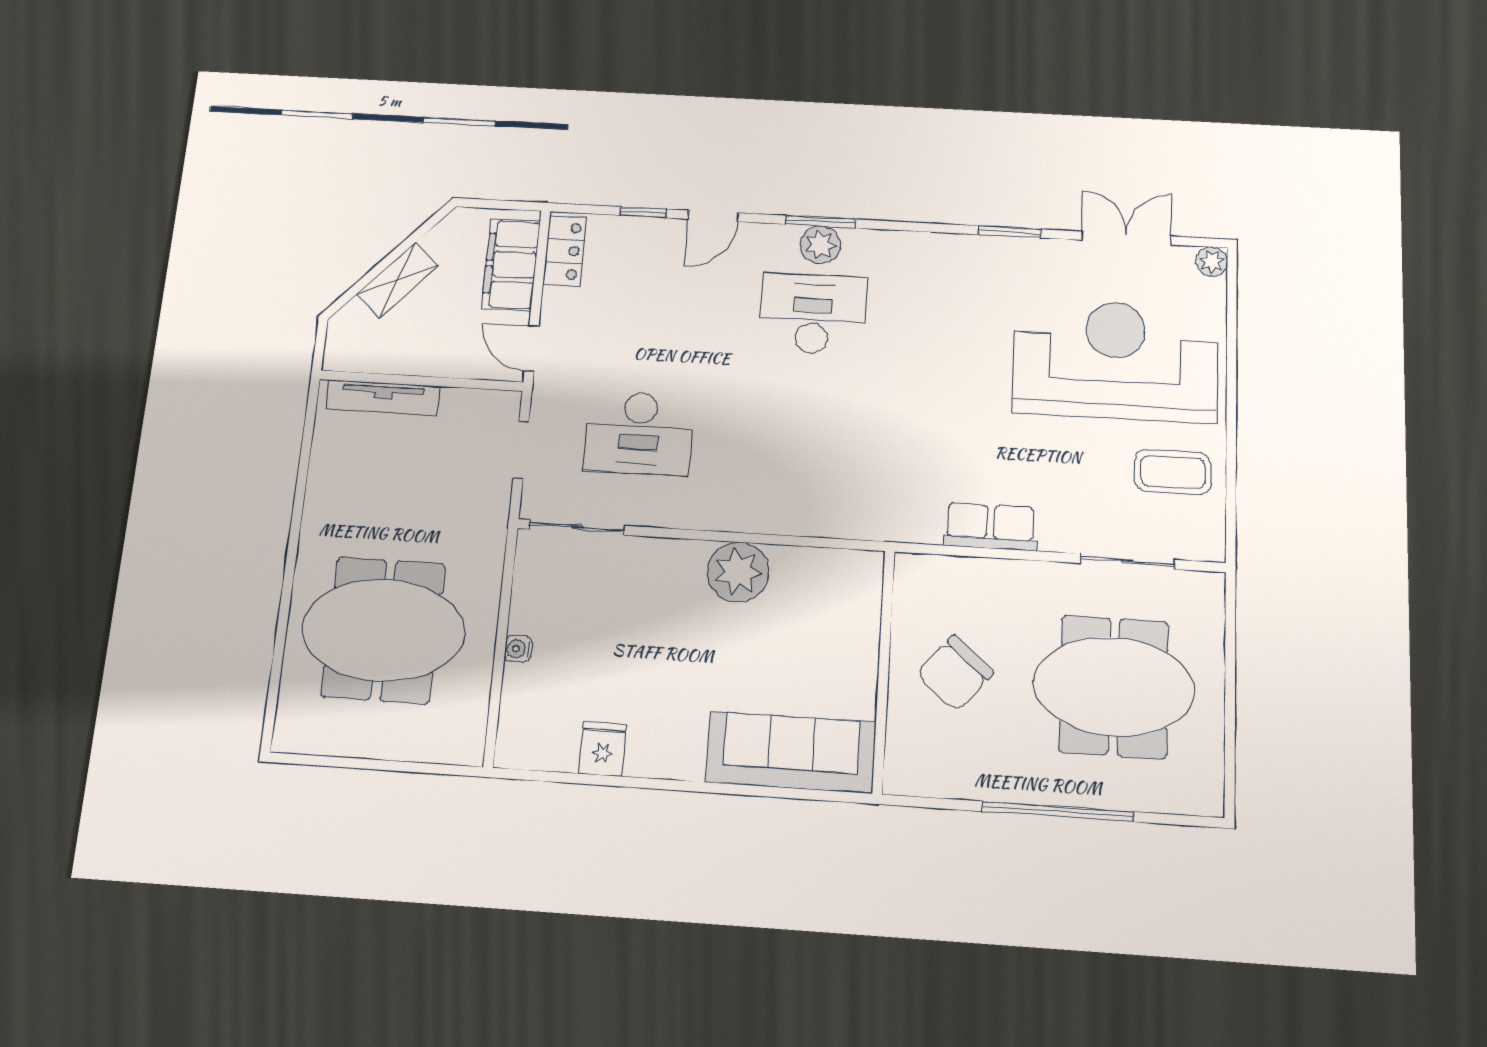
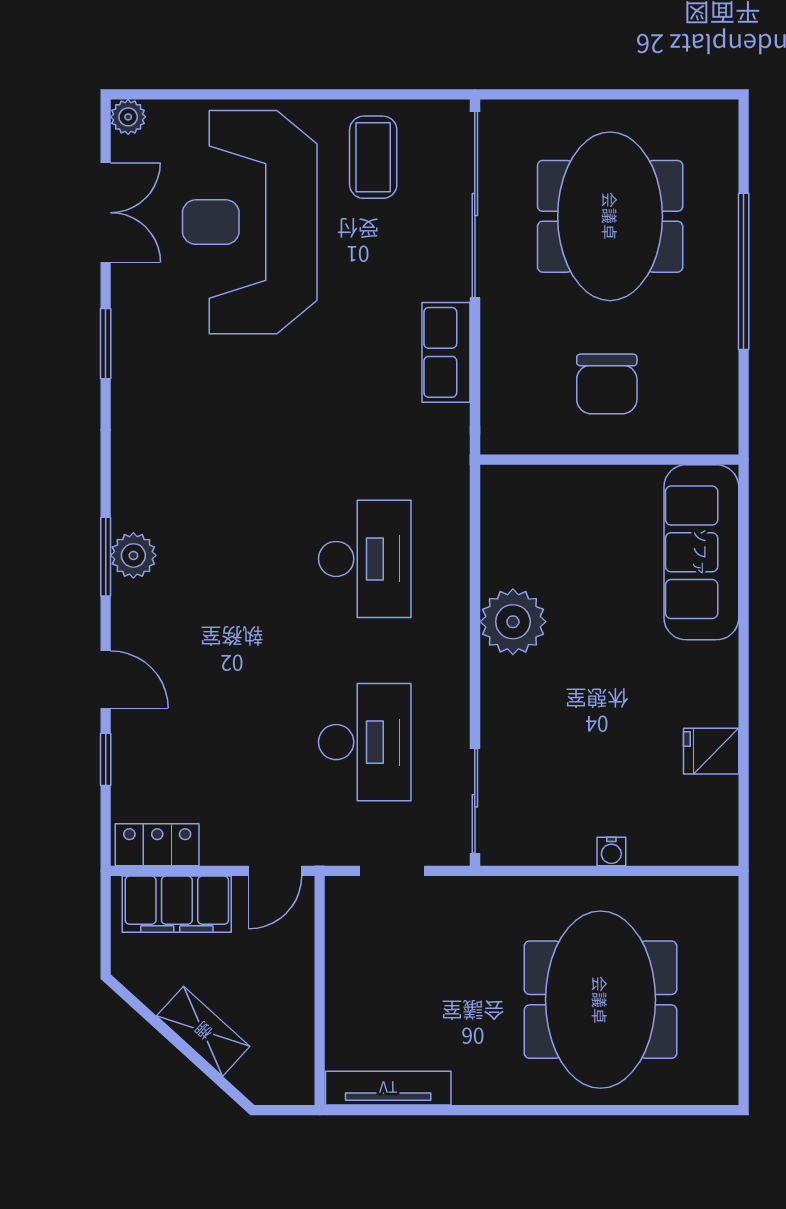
double door: (1126, 238) -> (106, 213), swing flipped
desk: (813, 314) -> (365, 559), moved, turned 180
tv unit: (383, 398) -> (388, 1088), moved, turned -90
sliding door: (1127, 561) -> (475, 205), width x1.86
chair: (955, 673) -> (607, 384), turned 49

